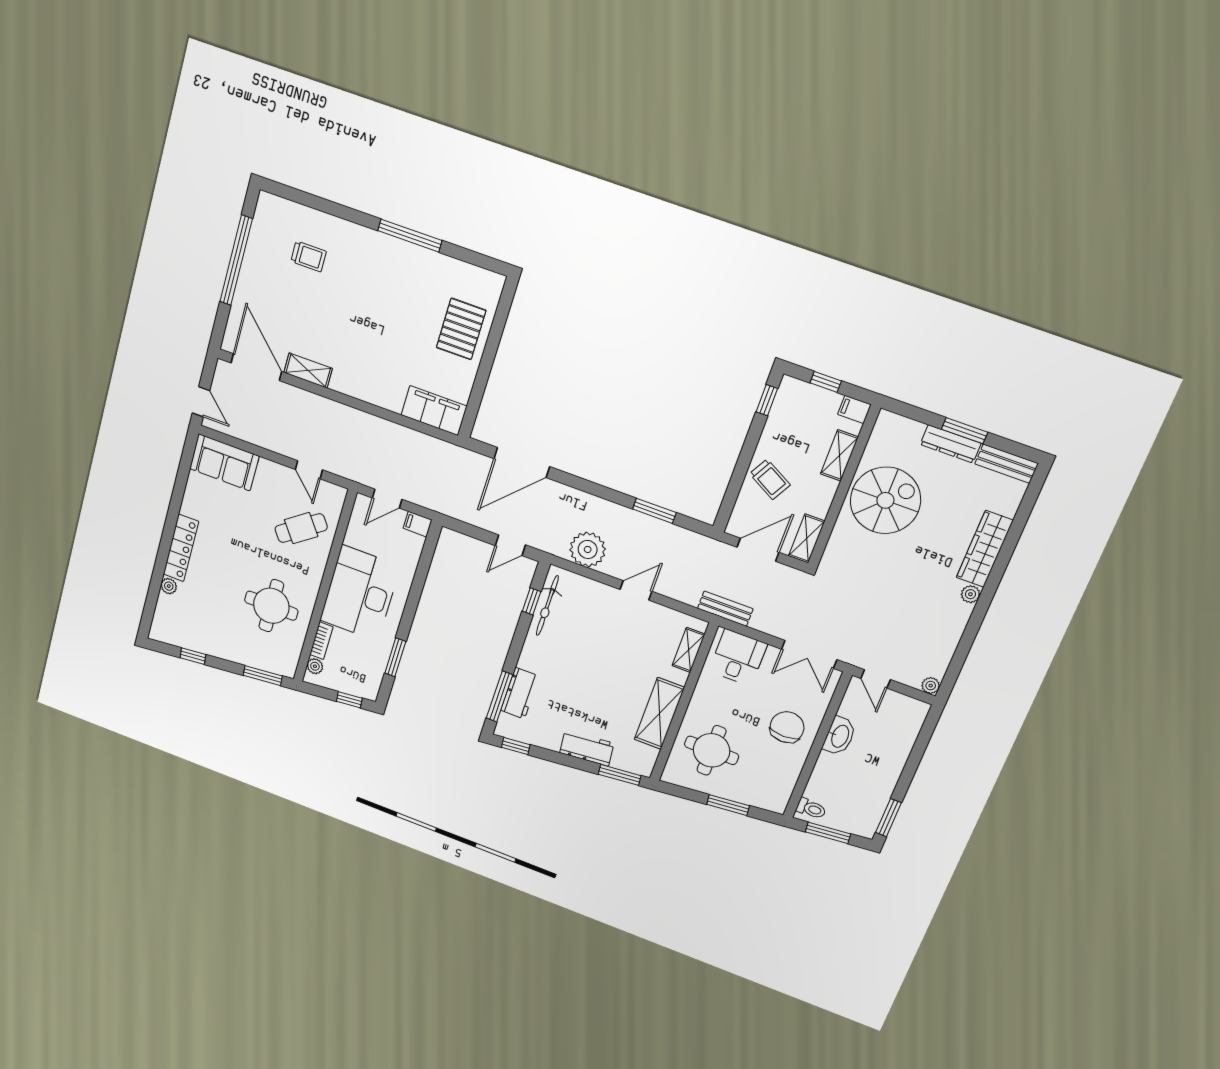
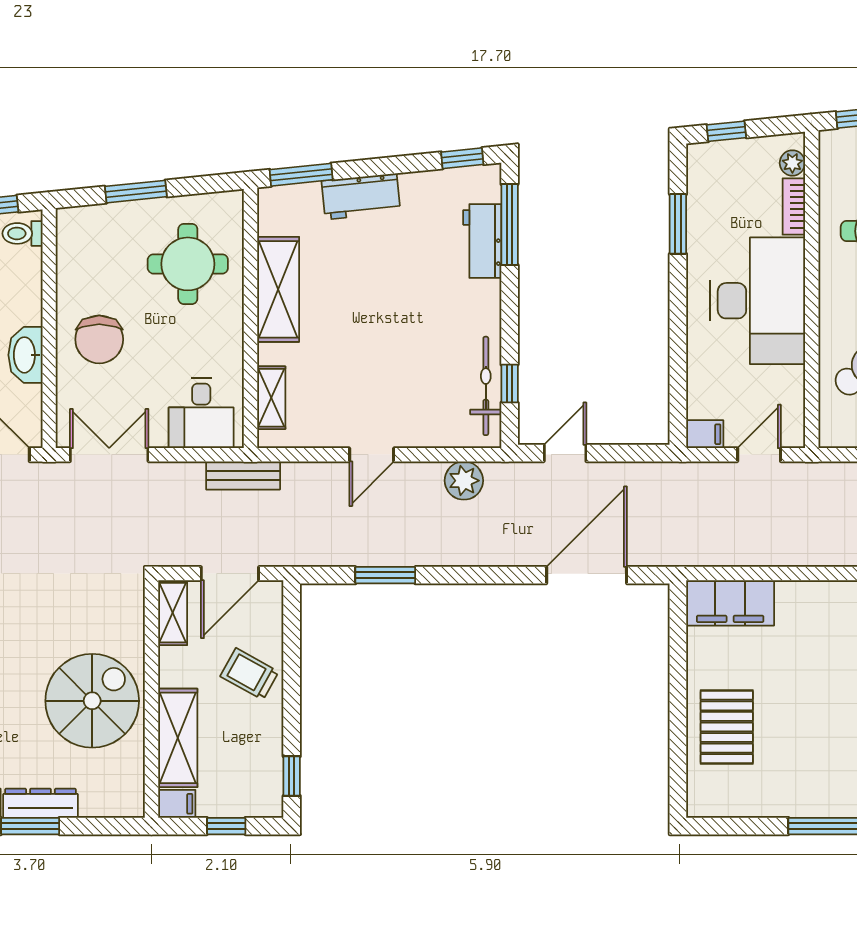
shelving: (839, 455) -> (178, 738), width x1.50, depth x1.33
spiral stairs: (885, 500) -> (92, 701), turned 180
plant: (588, 549) -> (464, 481), width x0.73, depth x0.73

